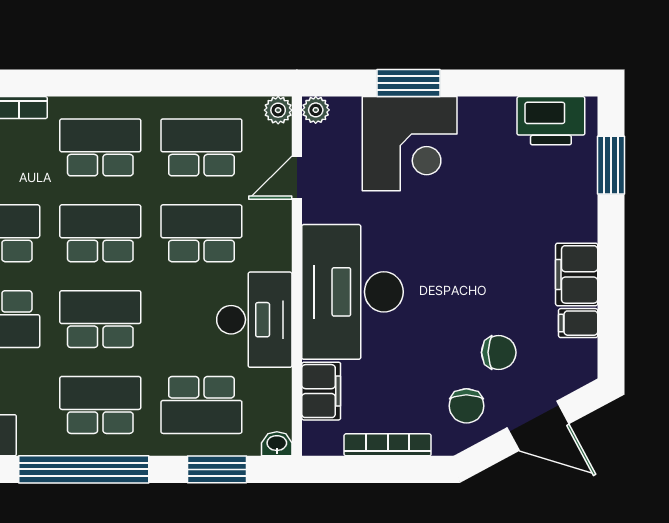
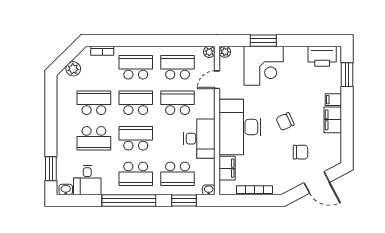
filing cabinet: (578, 323) -> (333, 100), moved
school desk: (100, 405) -> (136, 174), turned 180
chair: (466, 406) -> (285, 122), moved, turned 66

